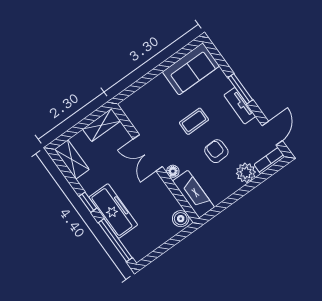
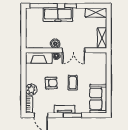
double door: (148, 153) -> (74, 50), swing flipped
boiler: (181, 219) -> (55, 44), moved

